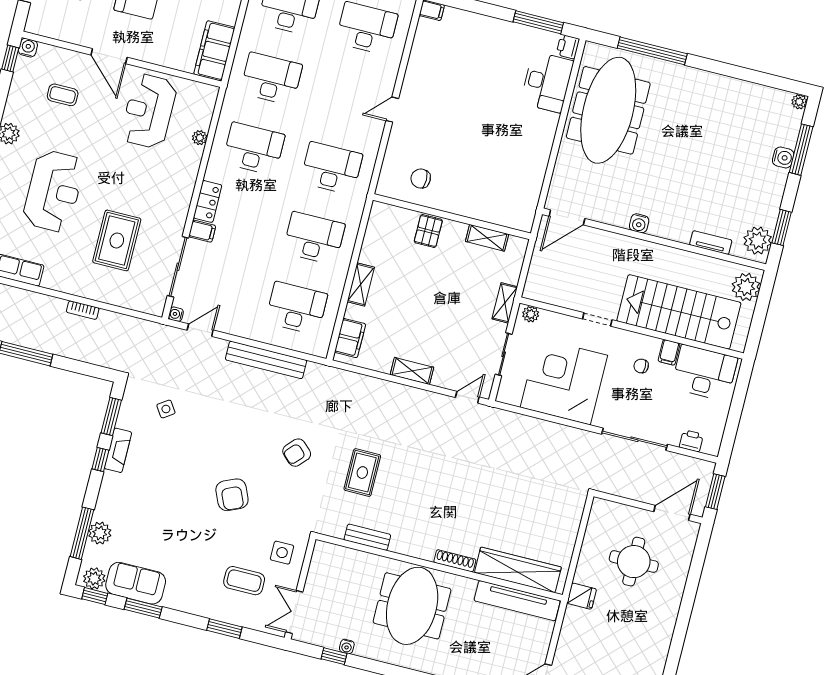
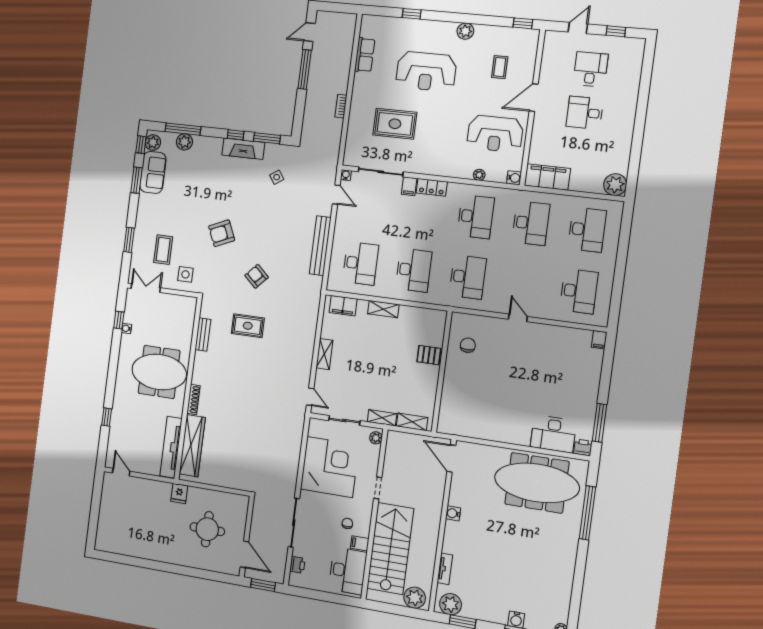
water cooler: (28, 48) -> (514, 178), moved
reception desk: (149, 111) -> (495, 134), turned 180
shelving: (487, 238) -> (412, 422), moved, turned 90
fireplace: (118, 450) -> (243, 149), width x1.37, depth x1.32

